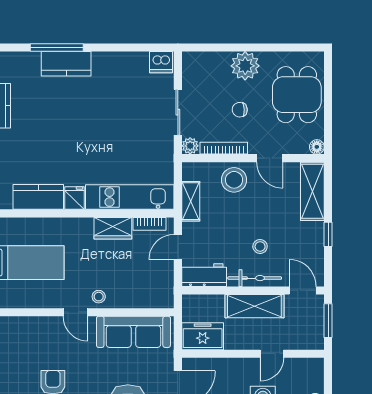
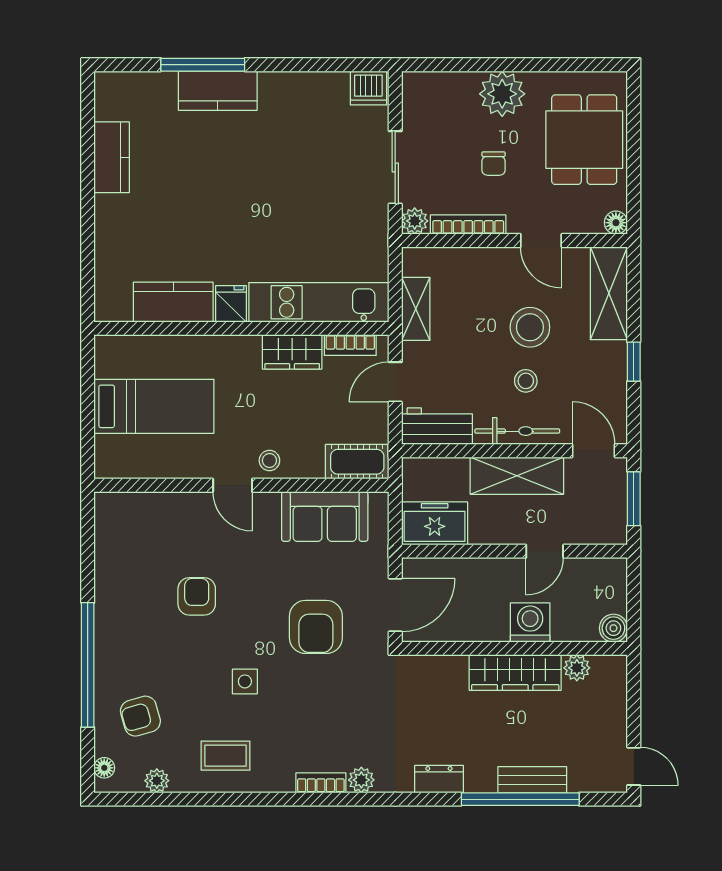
chair: (240, 110) -> (494, 164), turned -87
stool: (234, 180) -> (530, 327), moved
cot: (154, 297) -> (357, 462), added
sofa: (133, 332) -> (325, 516), width x0.73

